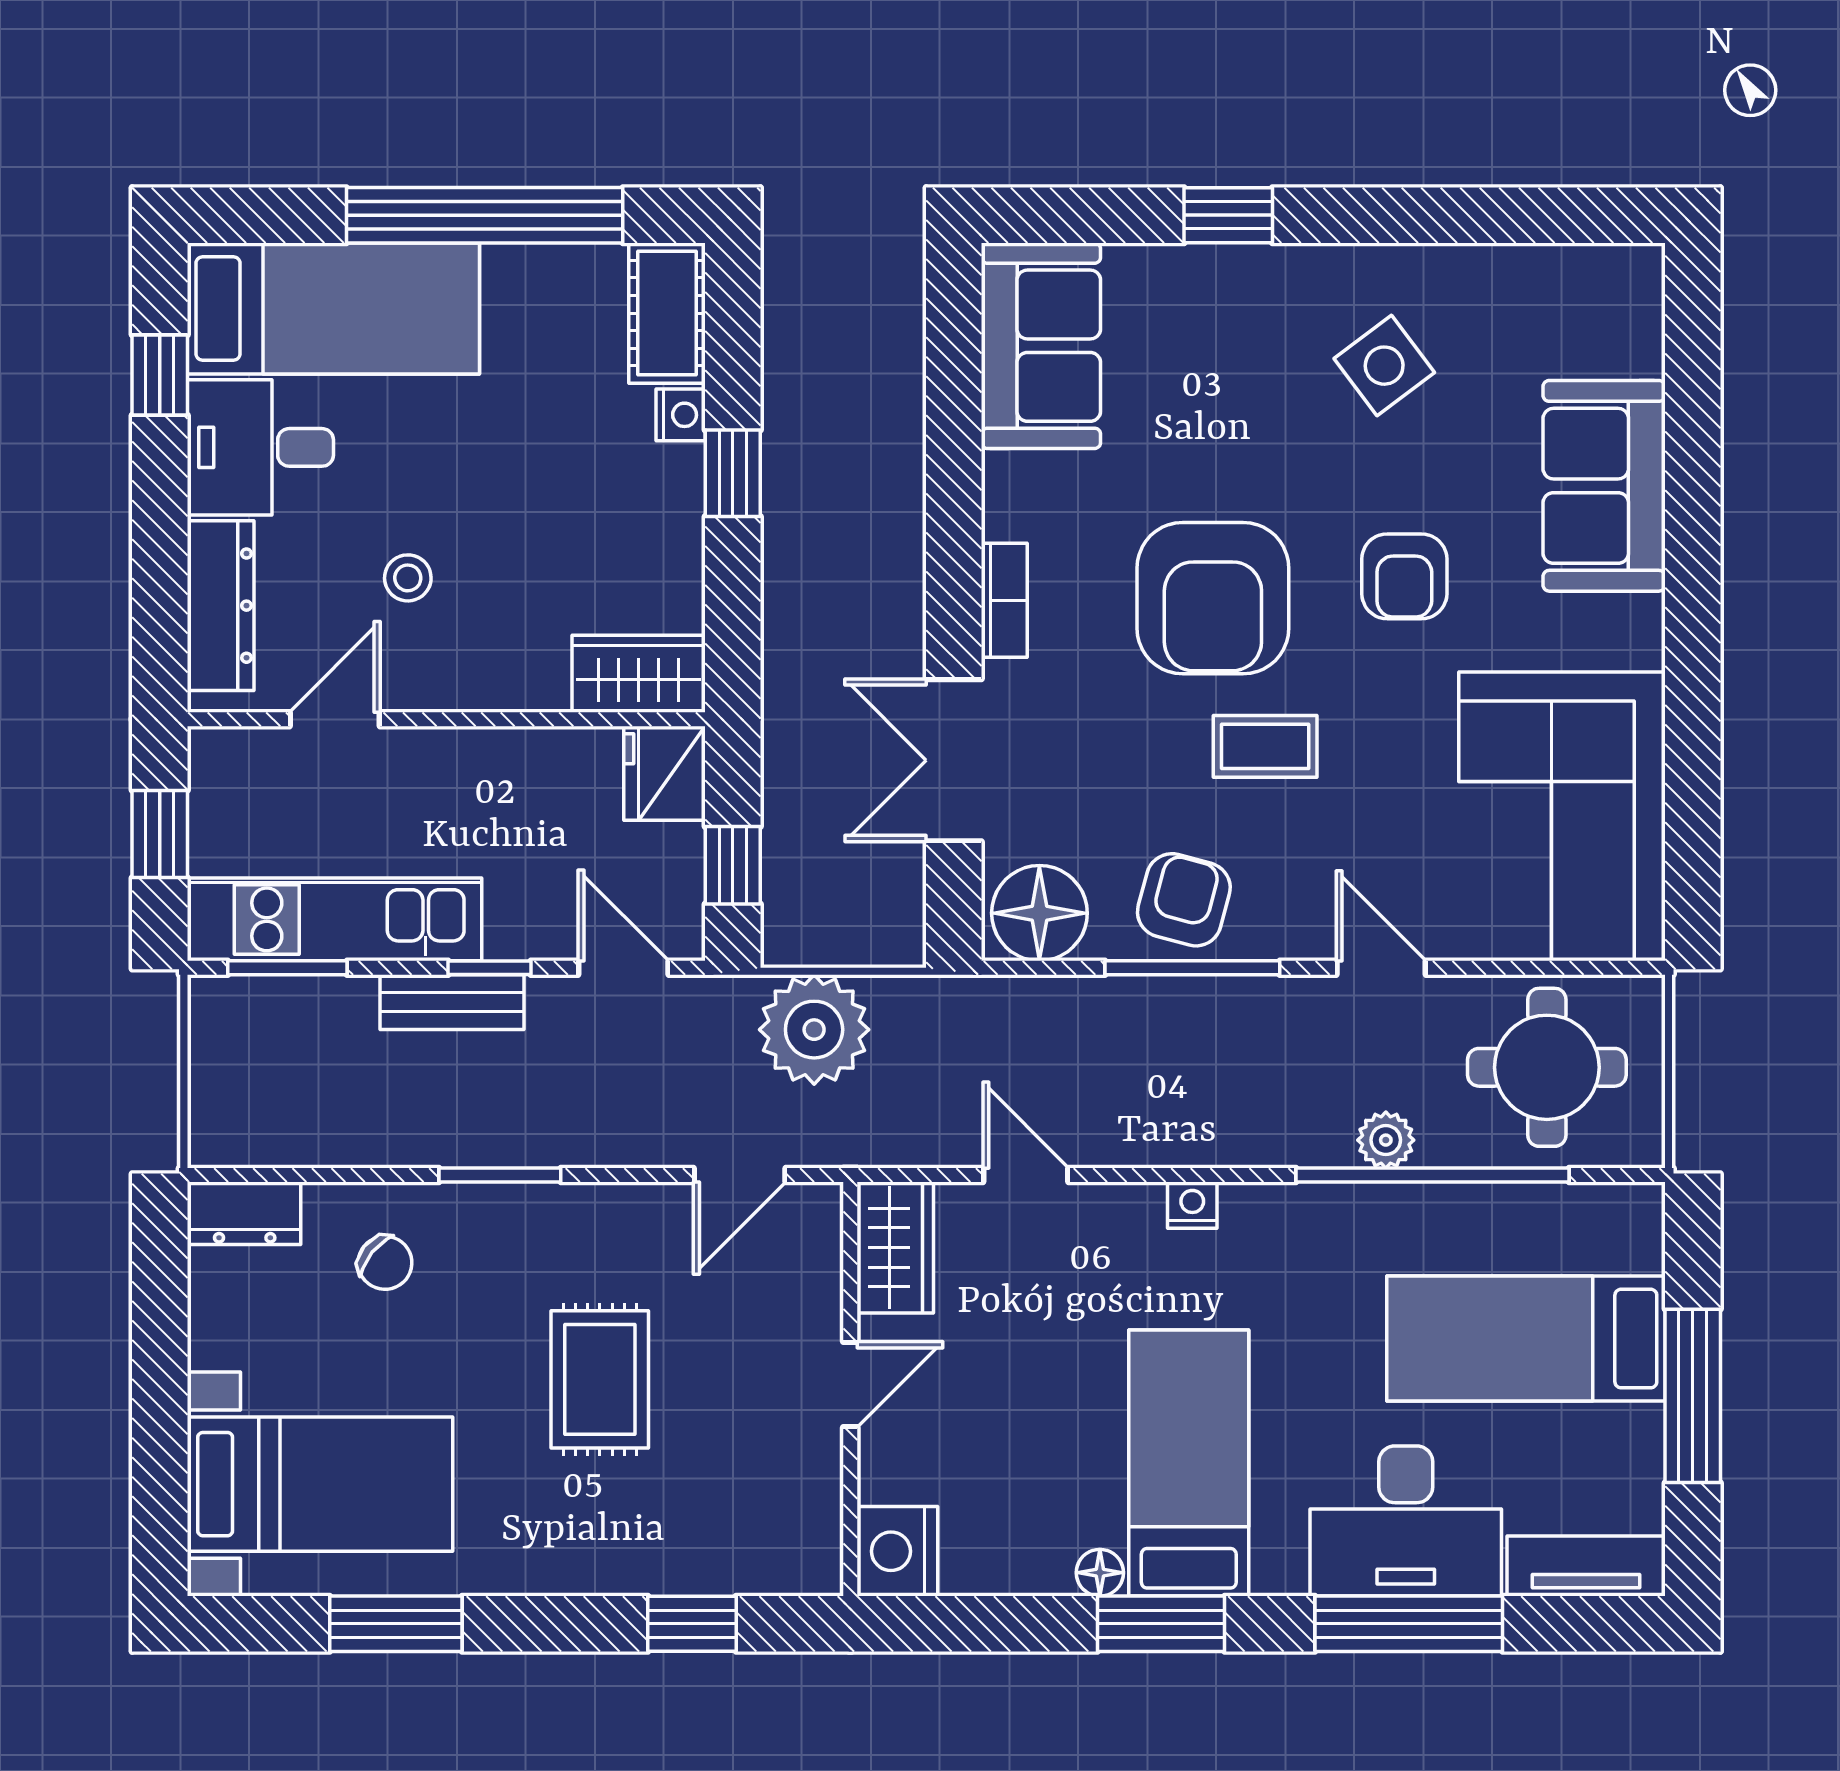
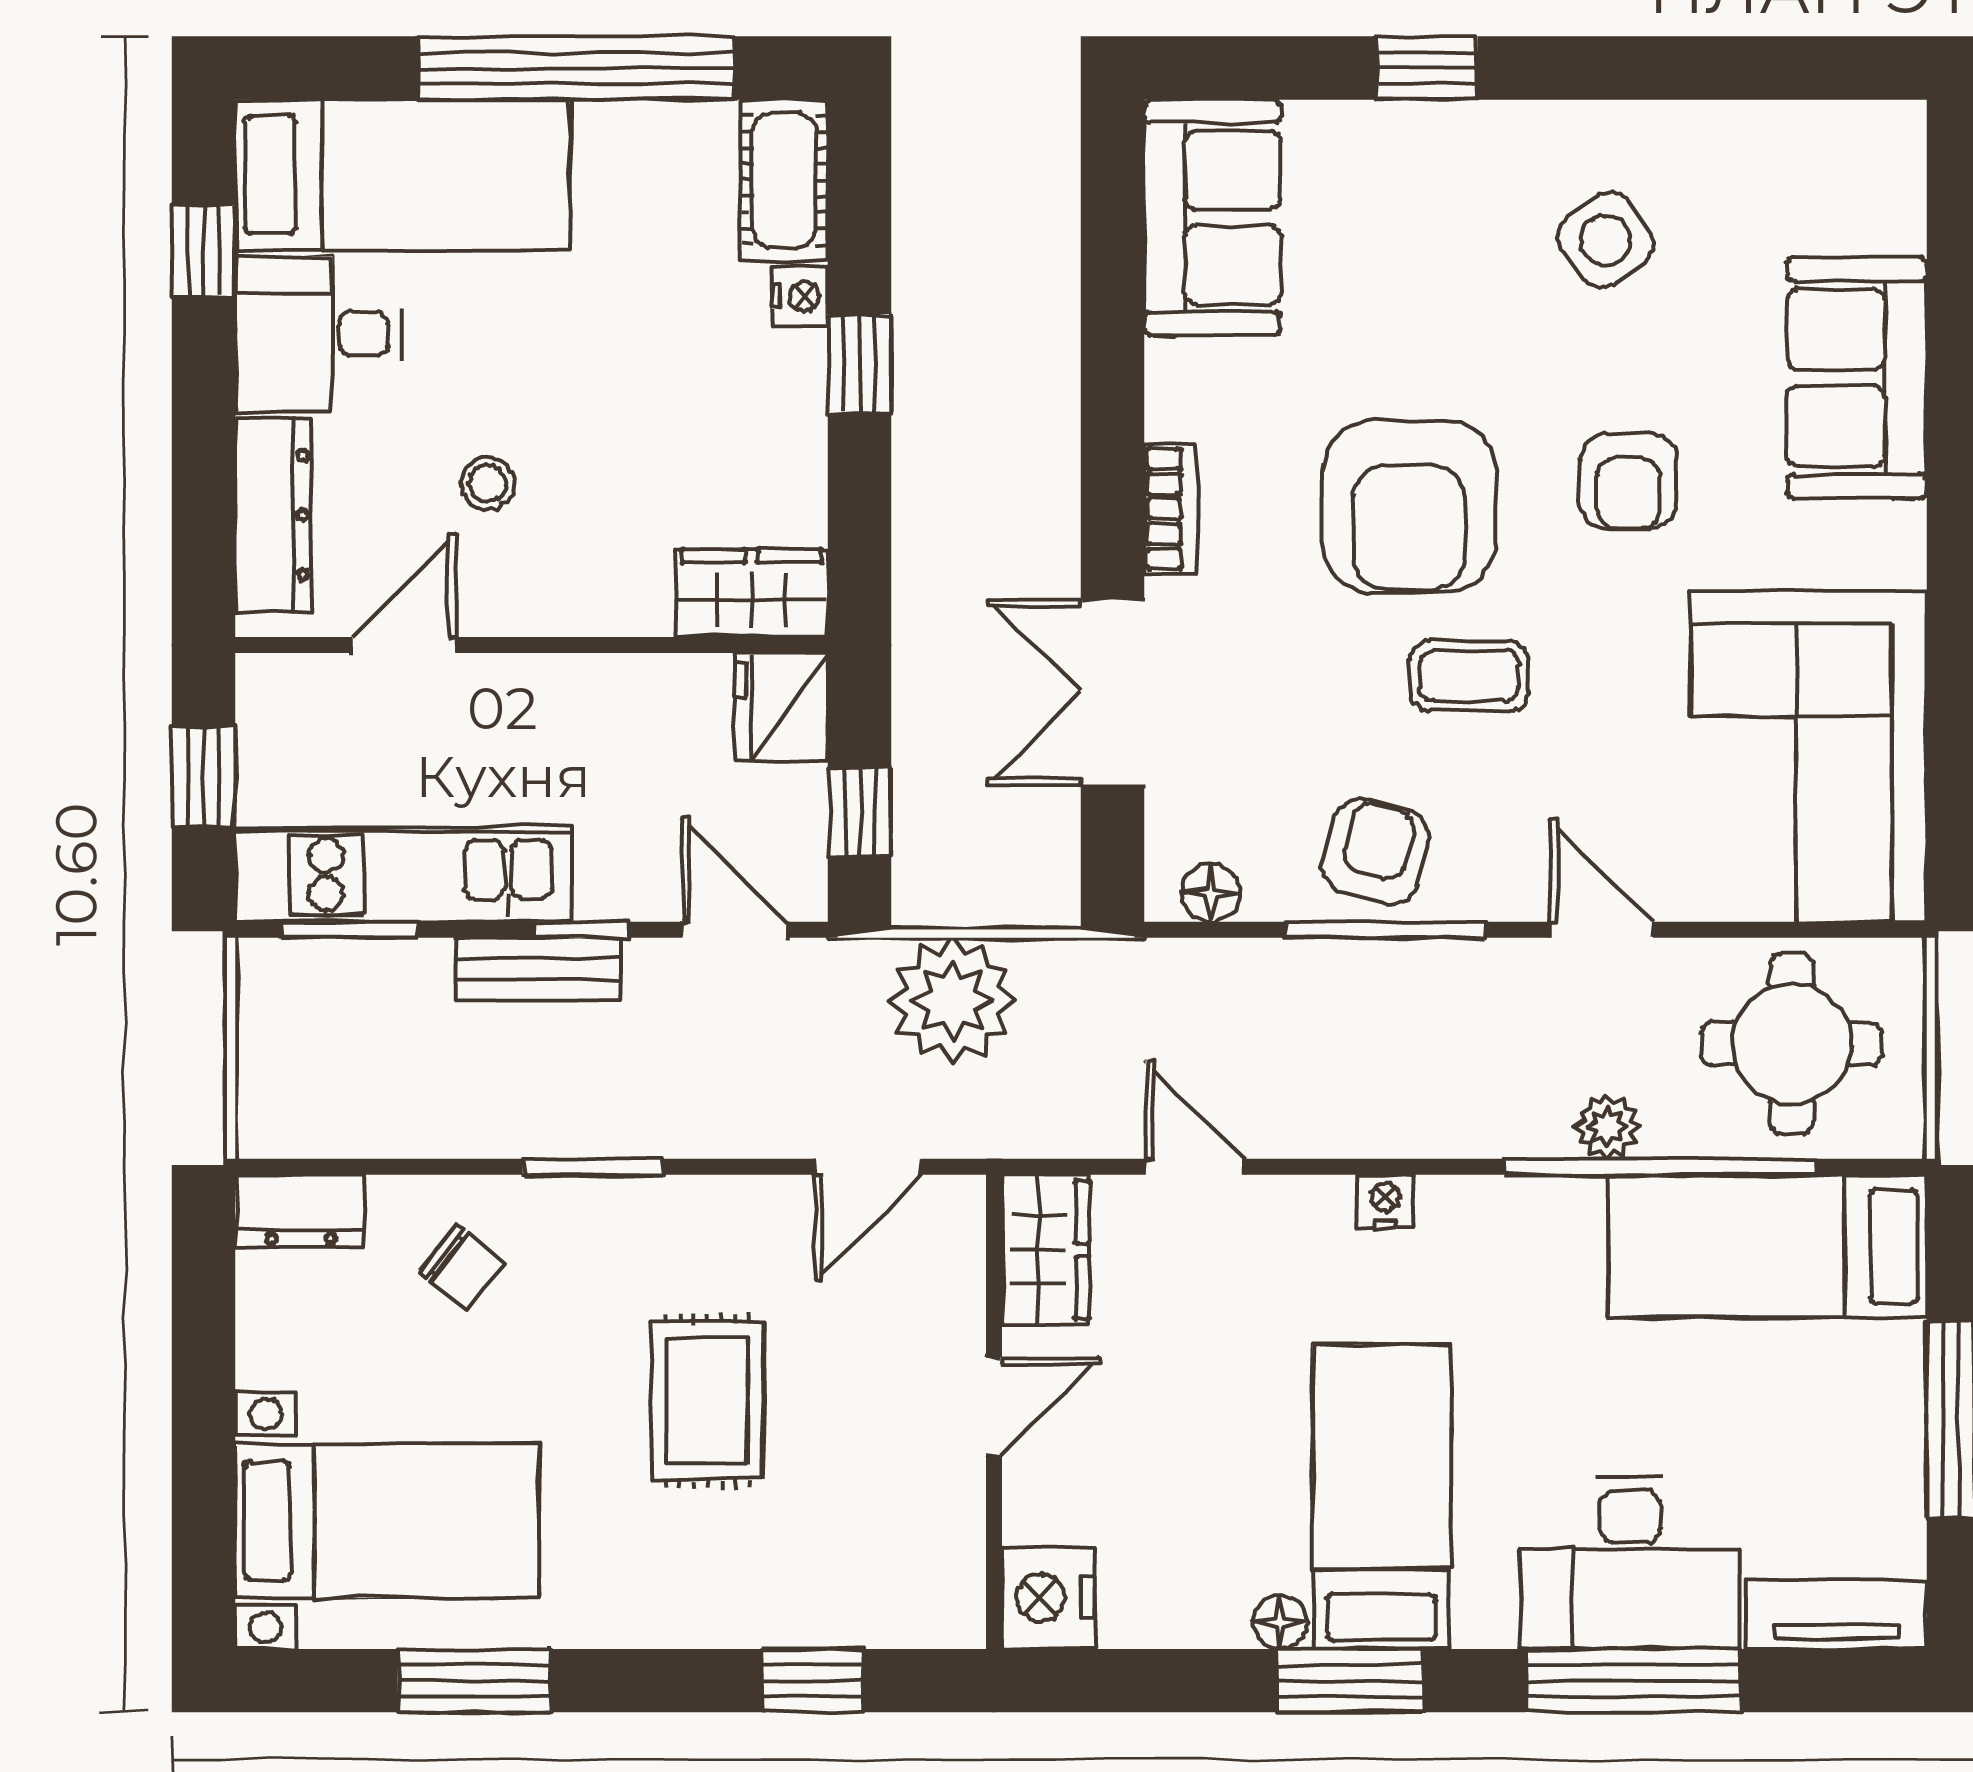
floor lamp: (1039, 913) -> (1211, 893), width x0.53, depth x0.53
bed: (1526, 1339) -> (1768, 1246), moved

